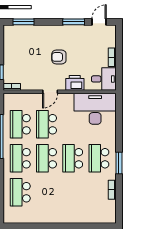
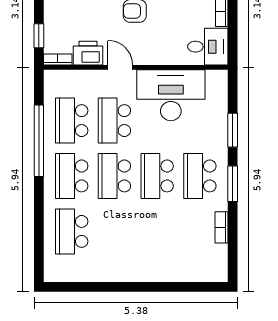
printer: (75, 83) -> (88, 53), moved
door: (50, 92) -> (120, 67), swing flipped
desk: (95, 109) -> (171, 95), moved
window: (119, 130) -> (233, 130), added

